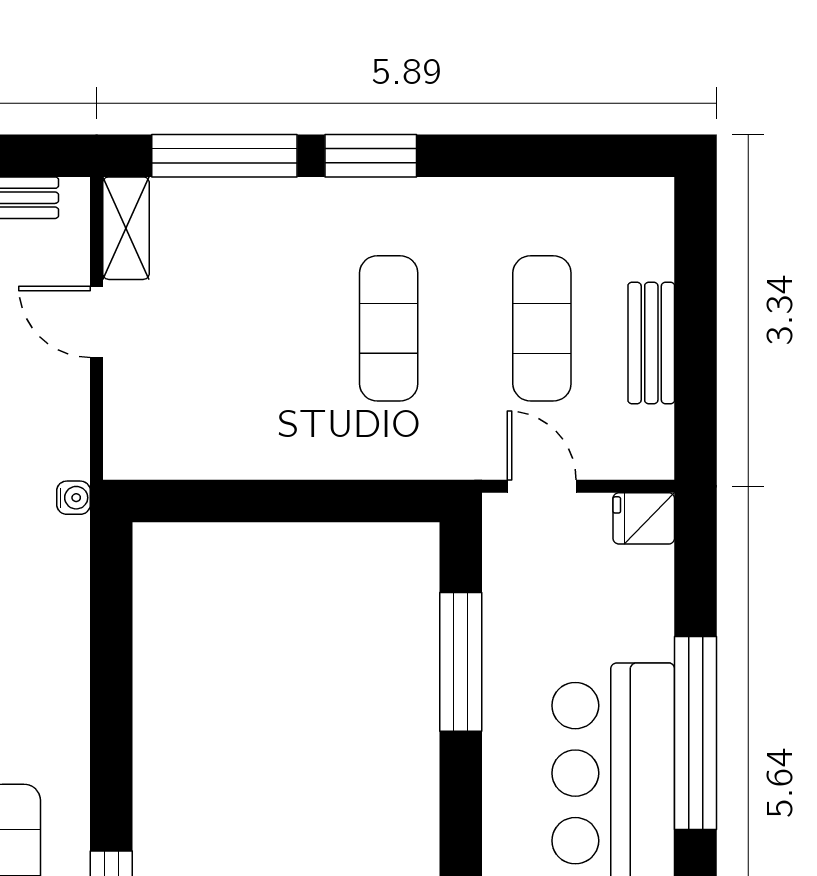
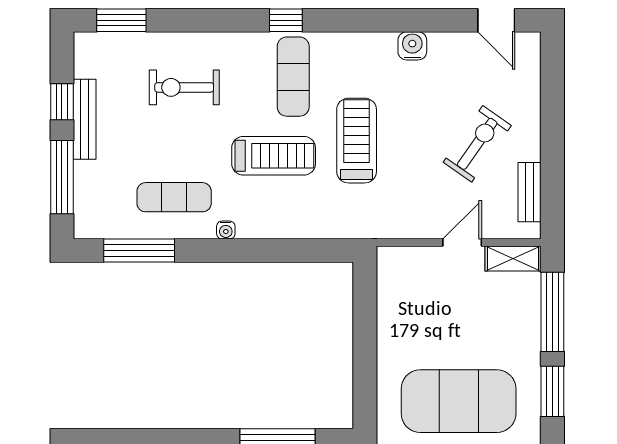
exercise mat: (389, 328) -> (459, 401), width x2.00, depth x1.45
water cooler: (74, 498) -> (226, 230), moved

